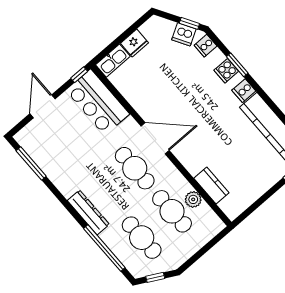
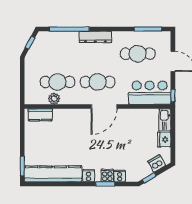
dishwasher: (184, 34) -> (157, 163), moved
cooker: (206, 46) -> (120, 176), moved
kitchen counter: (211, 185) -> (40, 115), moved
cafe table: (142, 238) -> (138, 54), moved

